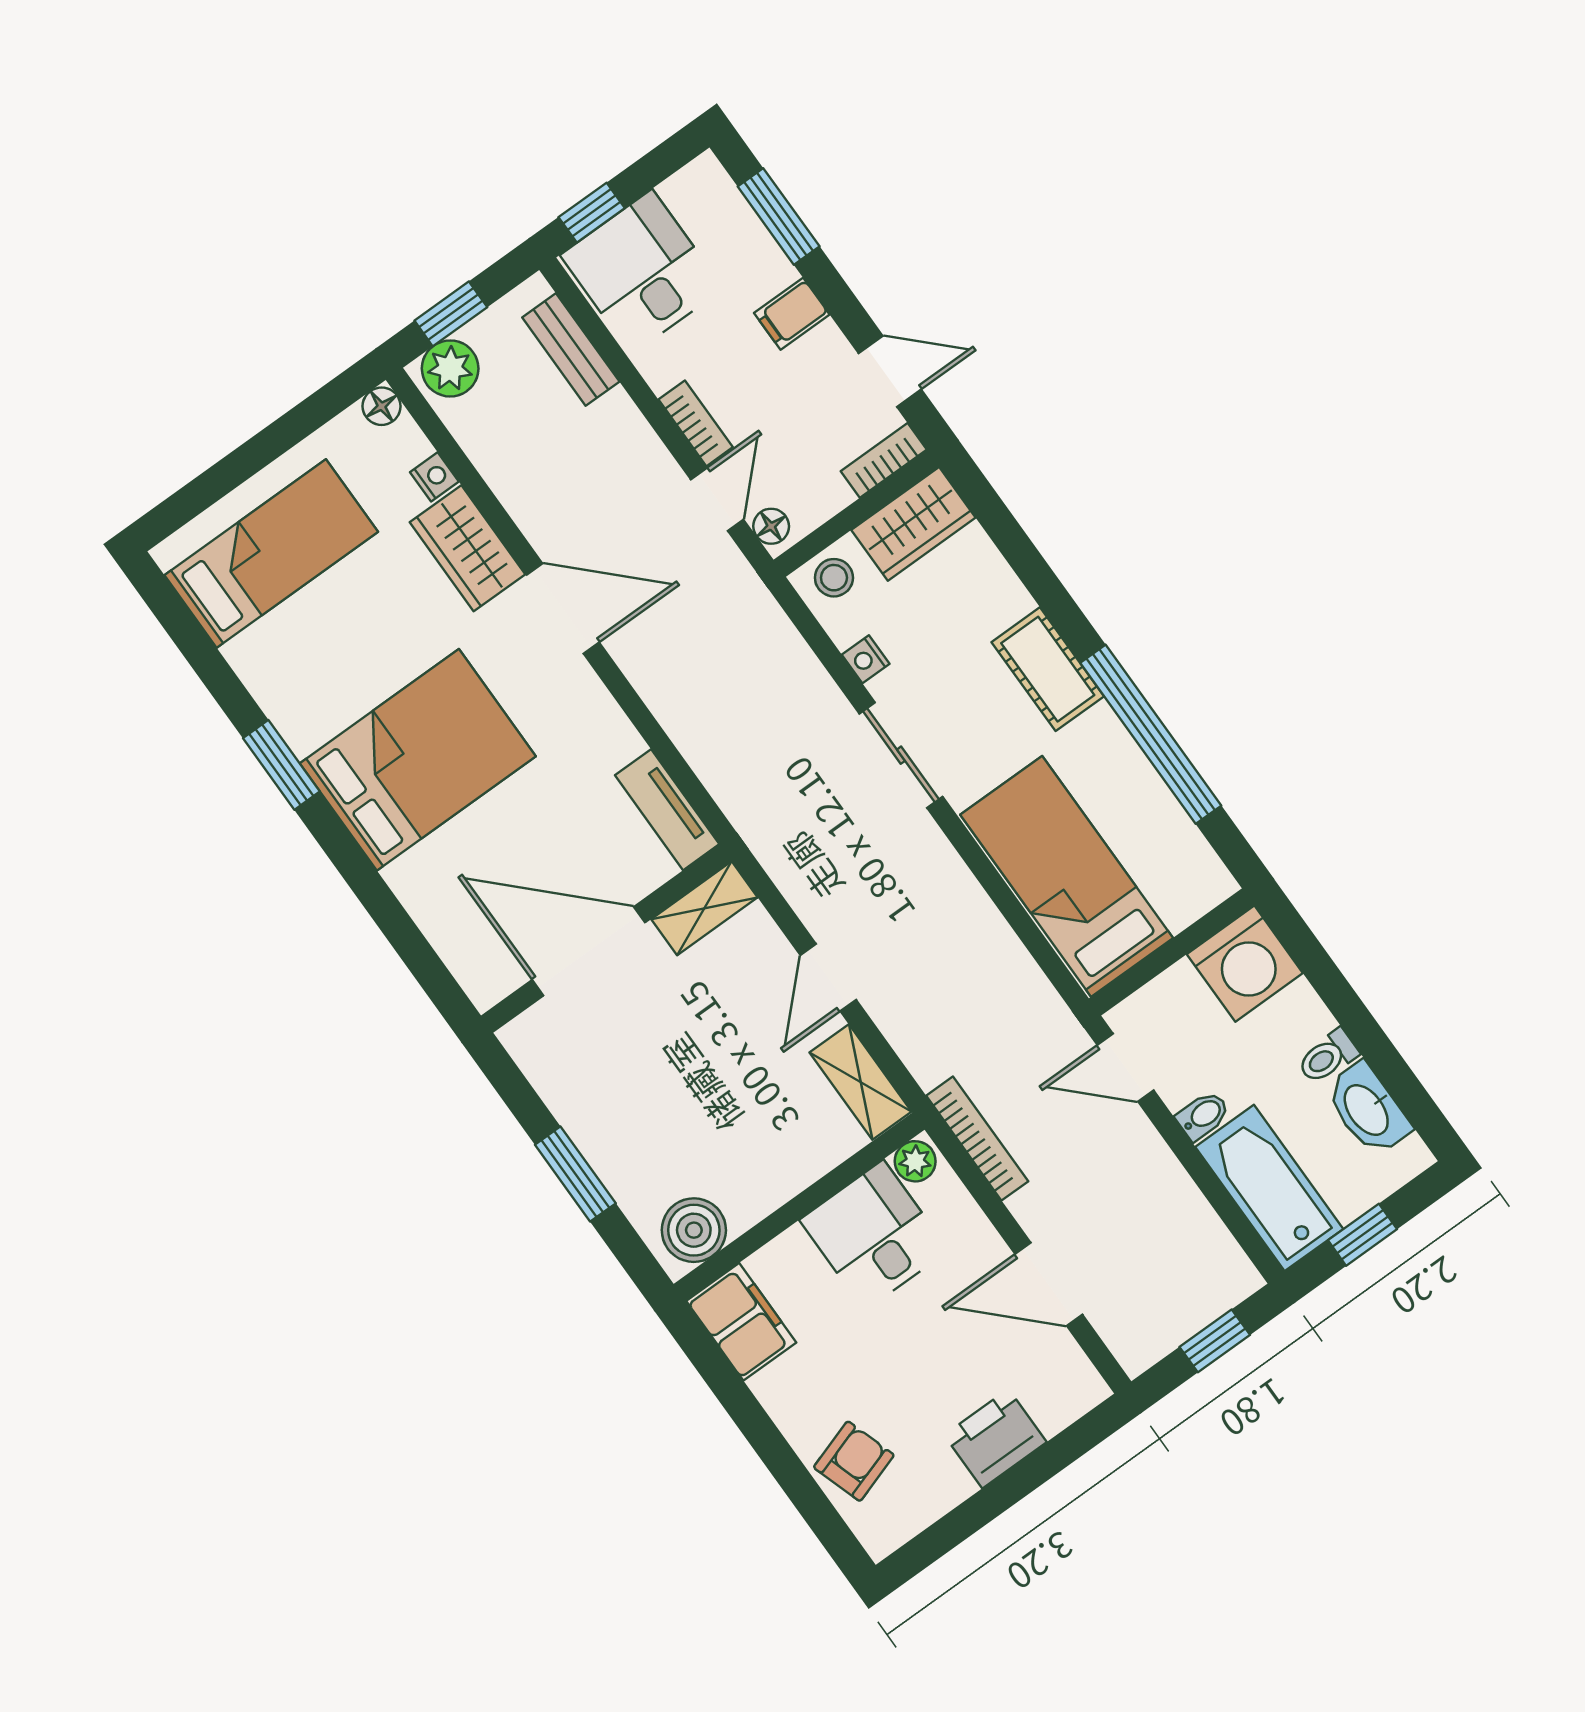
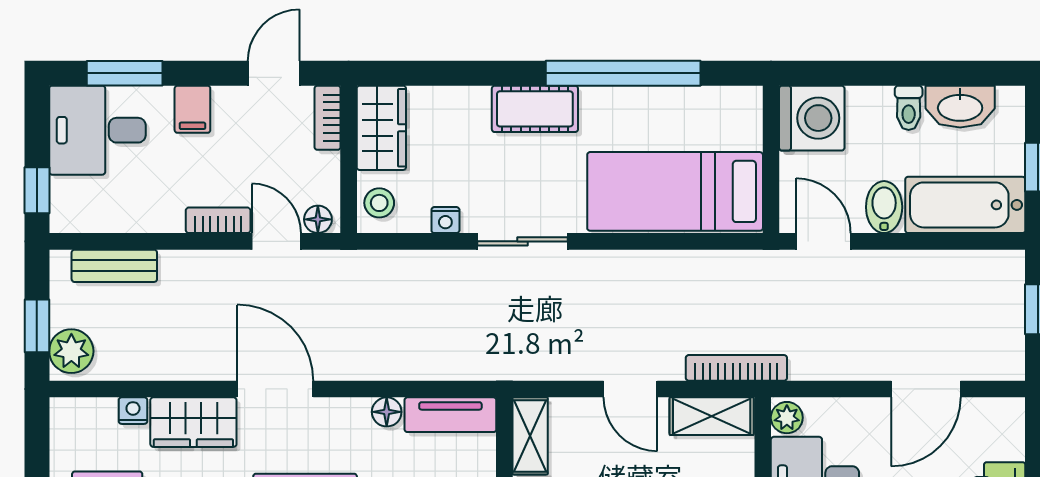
desk: (642, 272) -> (97, 130), moved
floor lamp: (382, 406) -> (387, 412), moved
door: (563, 609) -> (275, 389), hinge flipped
door: (1125, 1068) -> (823, 241), swing flipped
bidet: (1203, 1115) -> (884, 207), width x1.38, depth x1.36
bookcase: (977, 1139) -> (736, 368), moved

